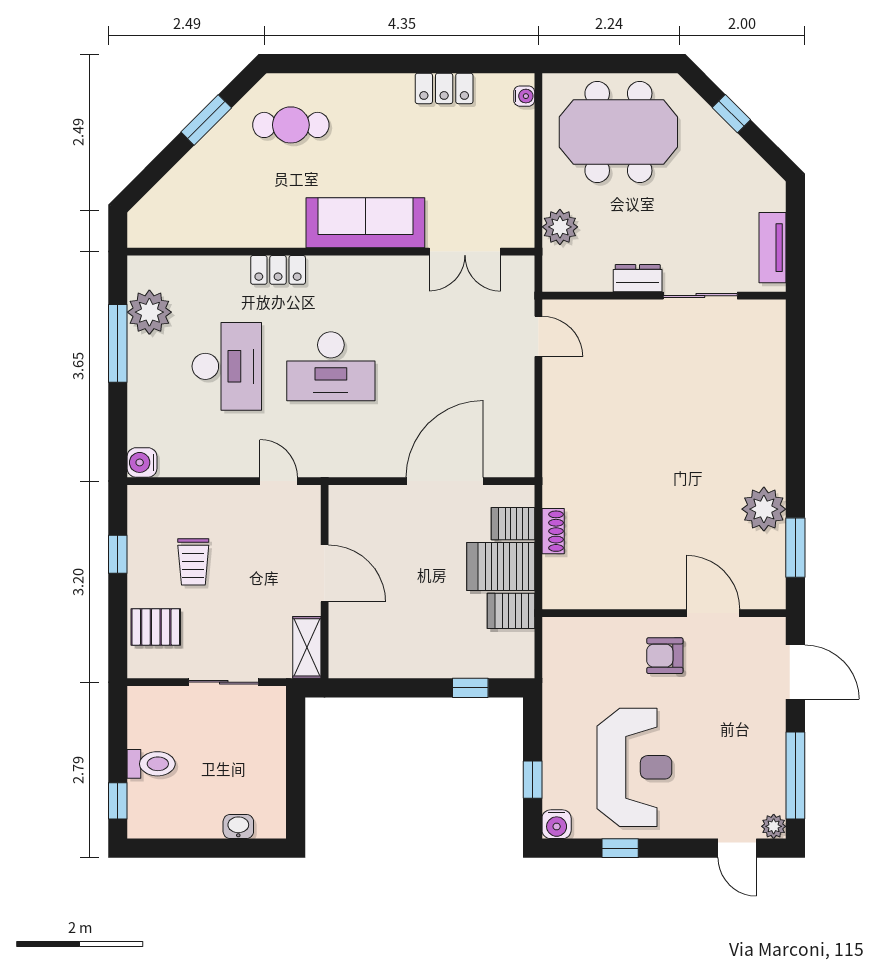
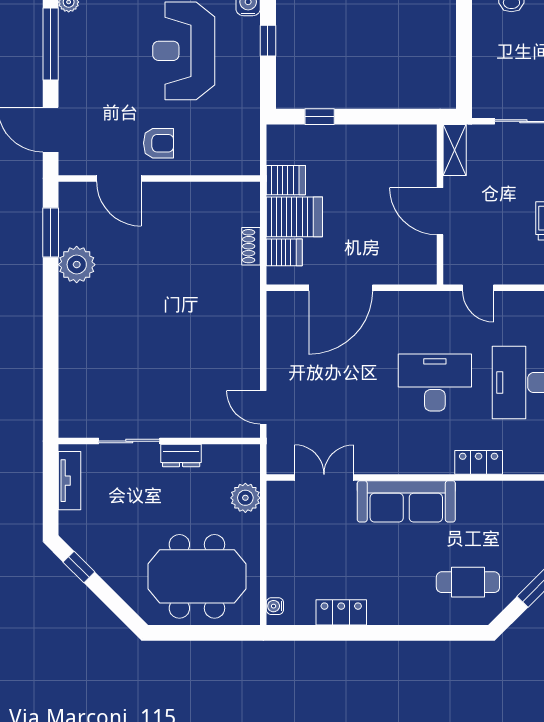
window: (731, 114) -> (79, 567), moved

